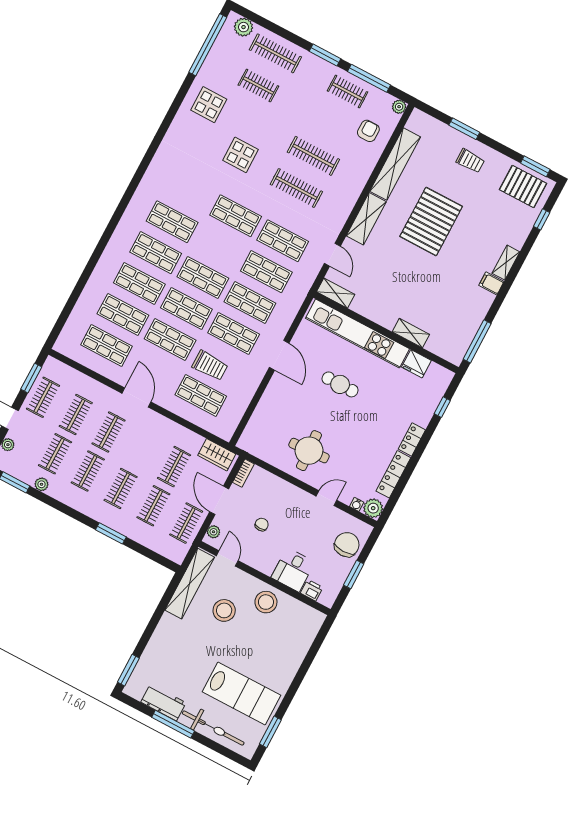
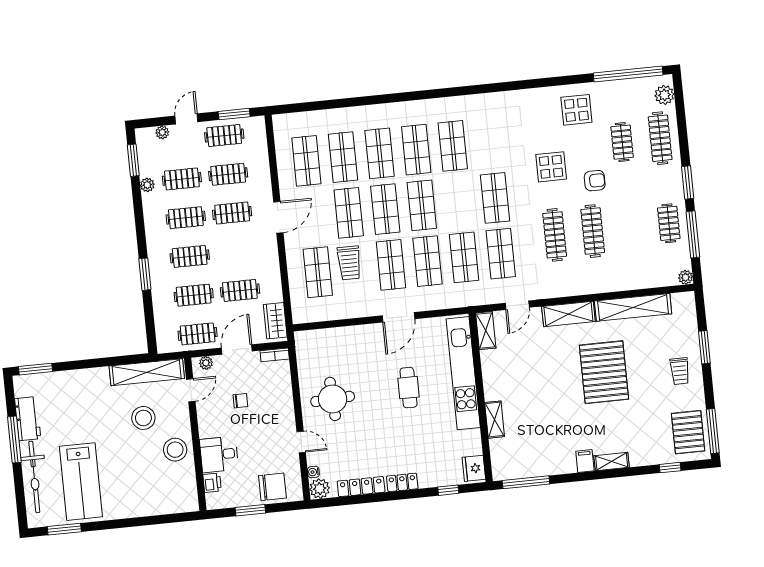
armchair: (368, 131) -> (595, 181), moved
window: (535, 166) -> (713, 431), width x1.44
pallet: (431, 221) -> (604, 372), turned 90
fridge: (416, 364) -> (474, 468), moved

